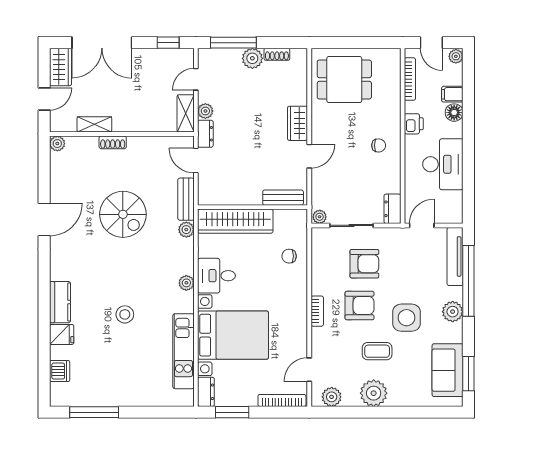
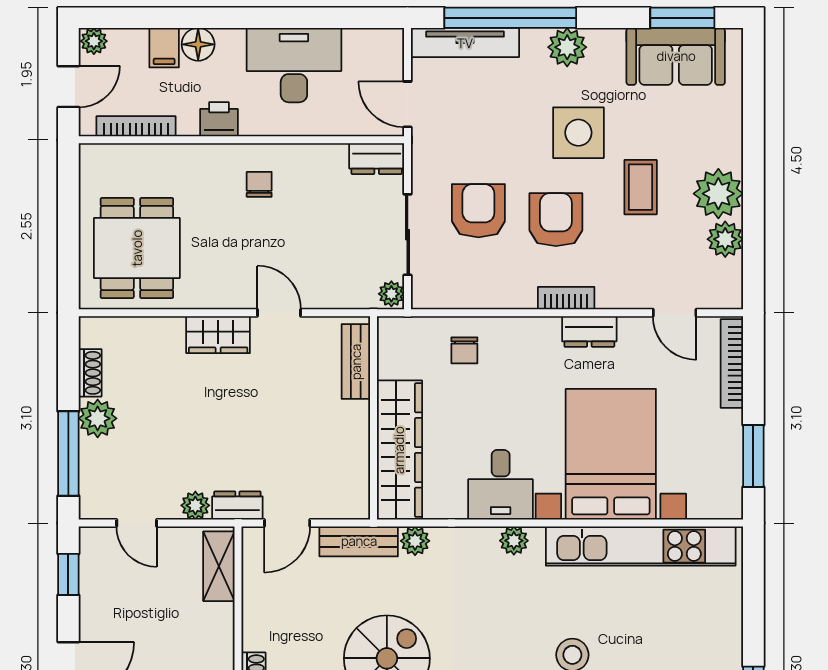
shelving: (186, 113) -> (219, 566), moved, turned 90
kitchen unit: (183, 351) -> (641, 546), width x1.36
dresser: (206, 392) -> (589, 331), moved, turned 180
plant: (332, 397) -> (725, 239), moved

